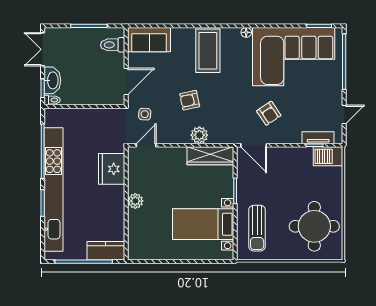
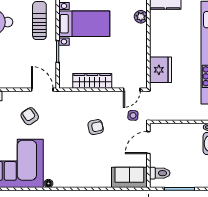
coffee table: (208, 51) -> (80, 168), removed
plant: (199, 135) -> (88, 98), removed
wardrobe: (210, 156) -> (92, 81), moved
plant: (135, 201) -> (141, 17), moved

